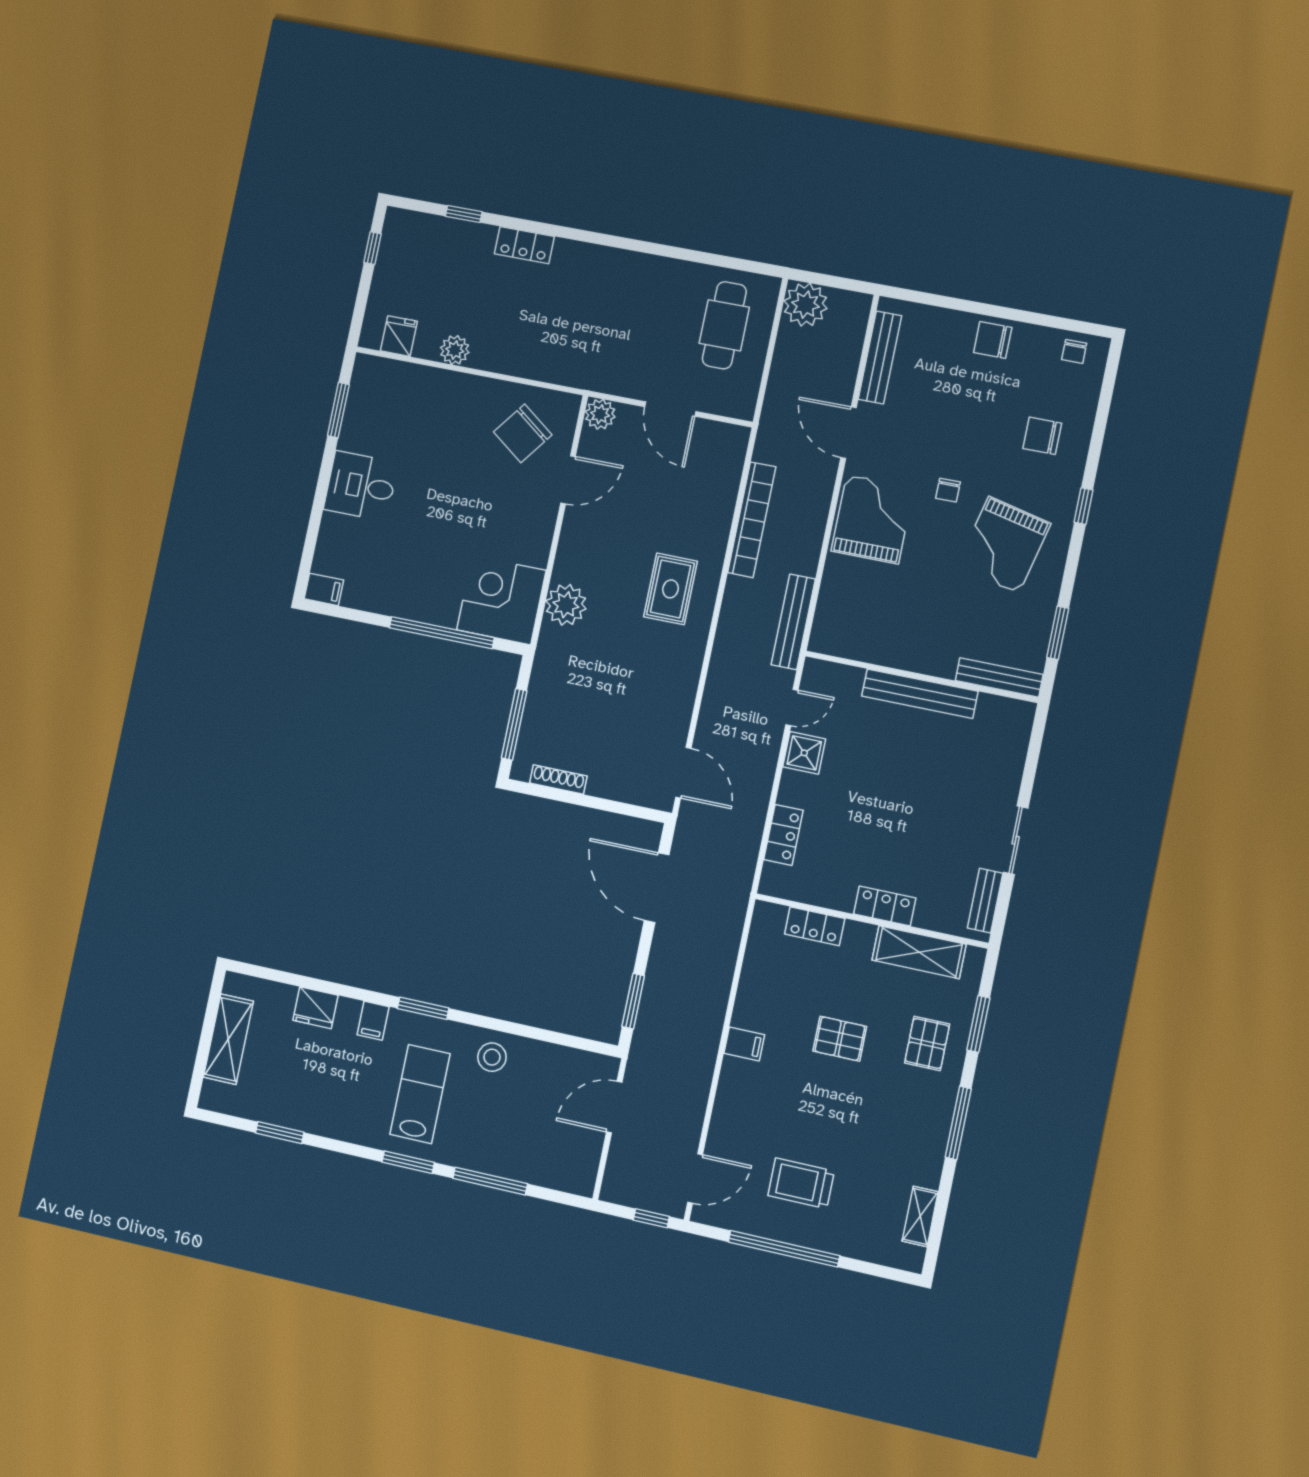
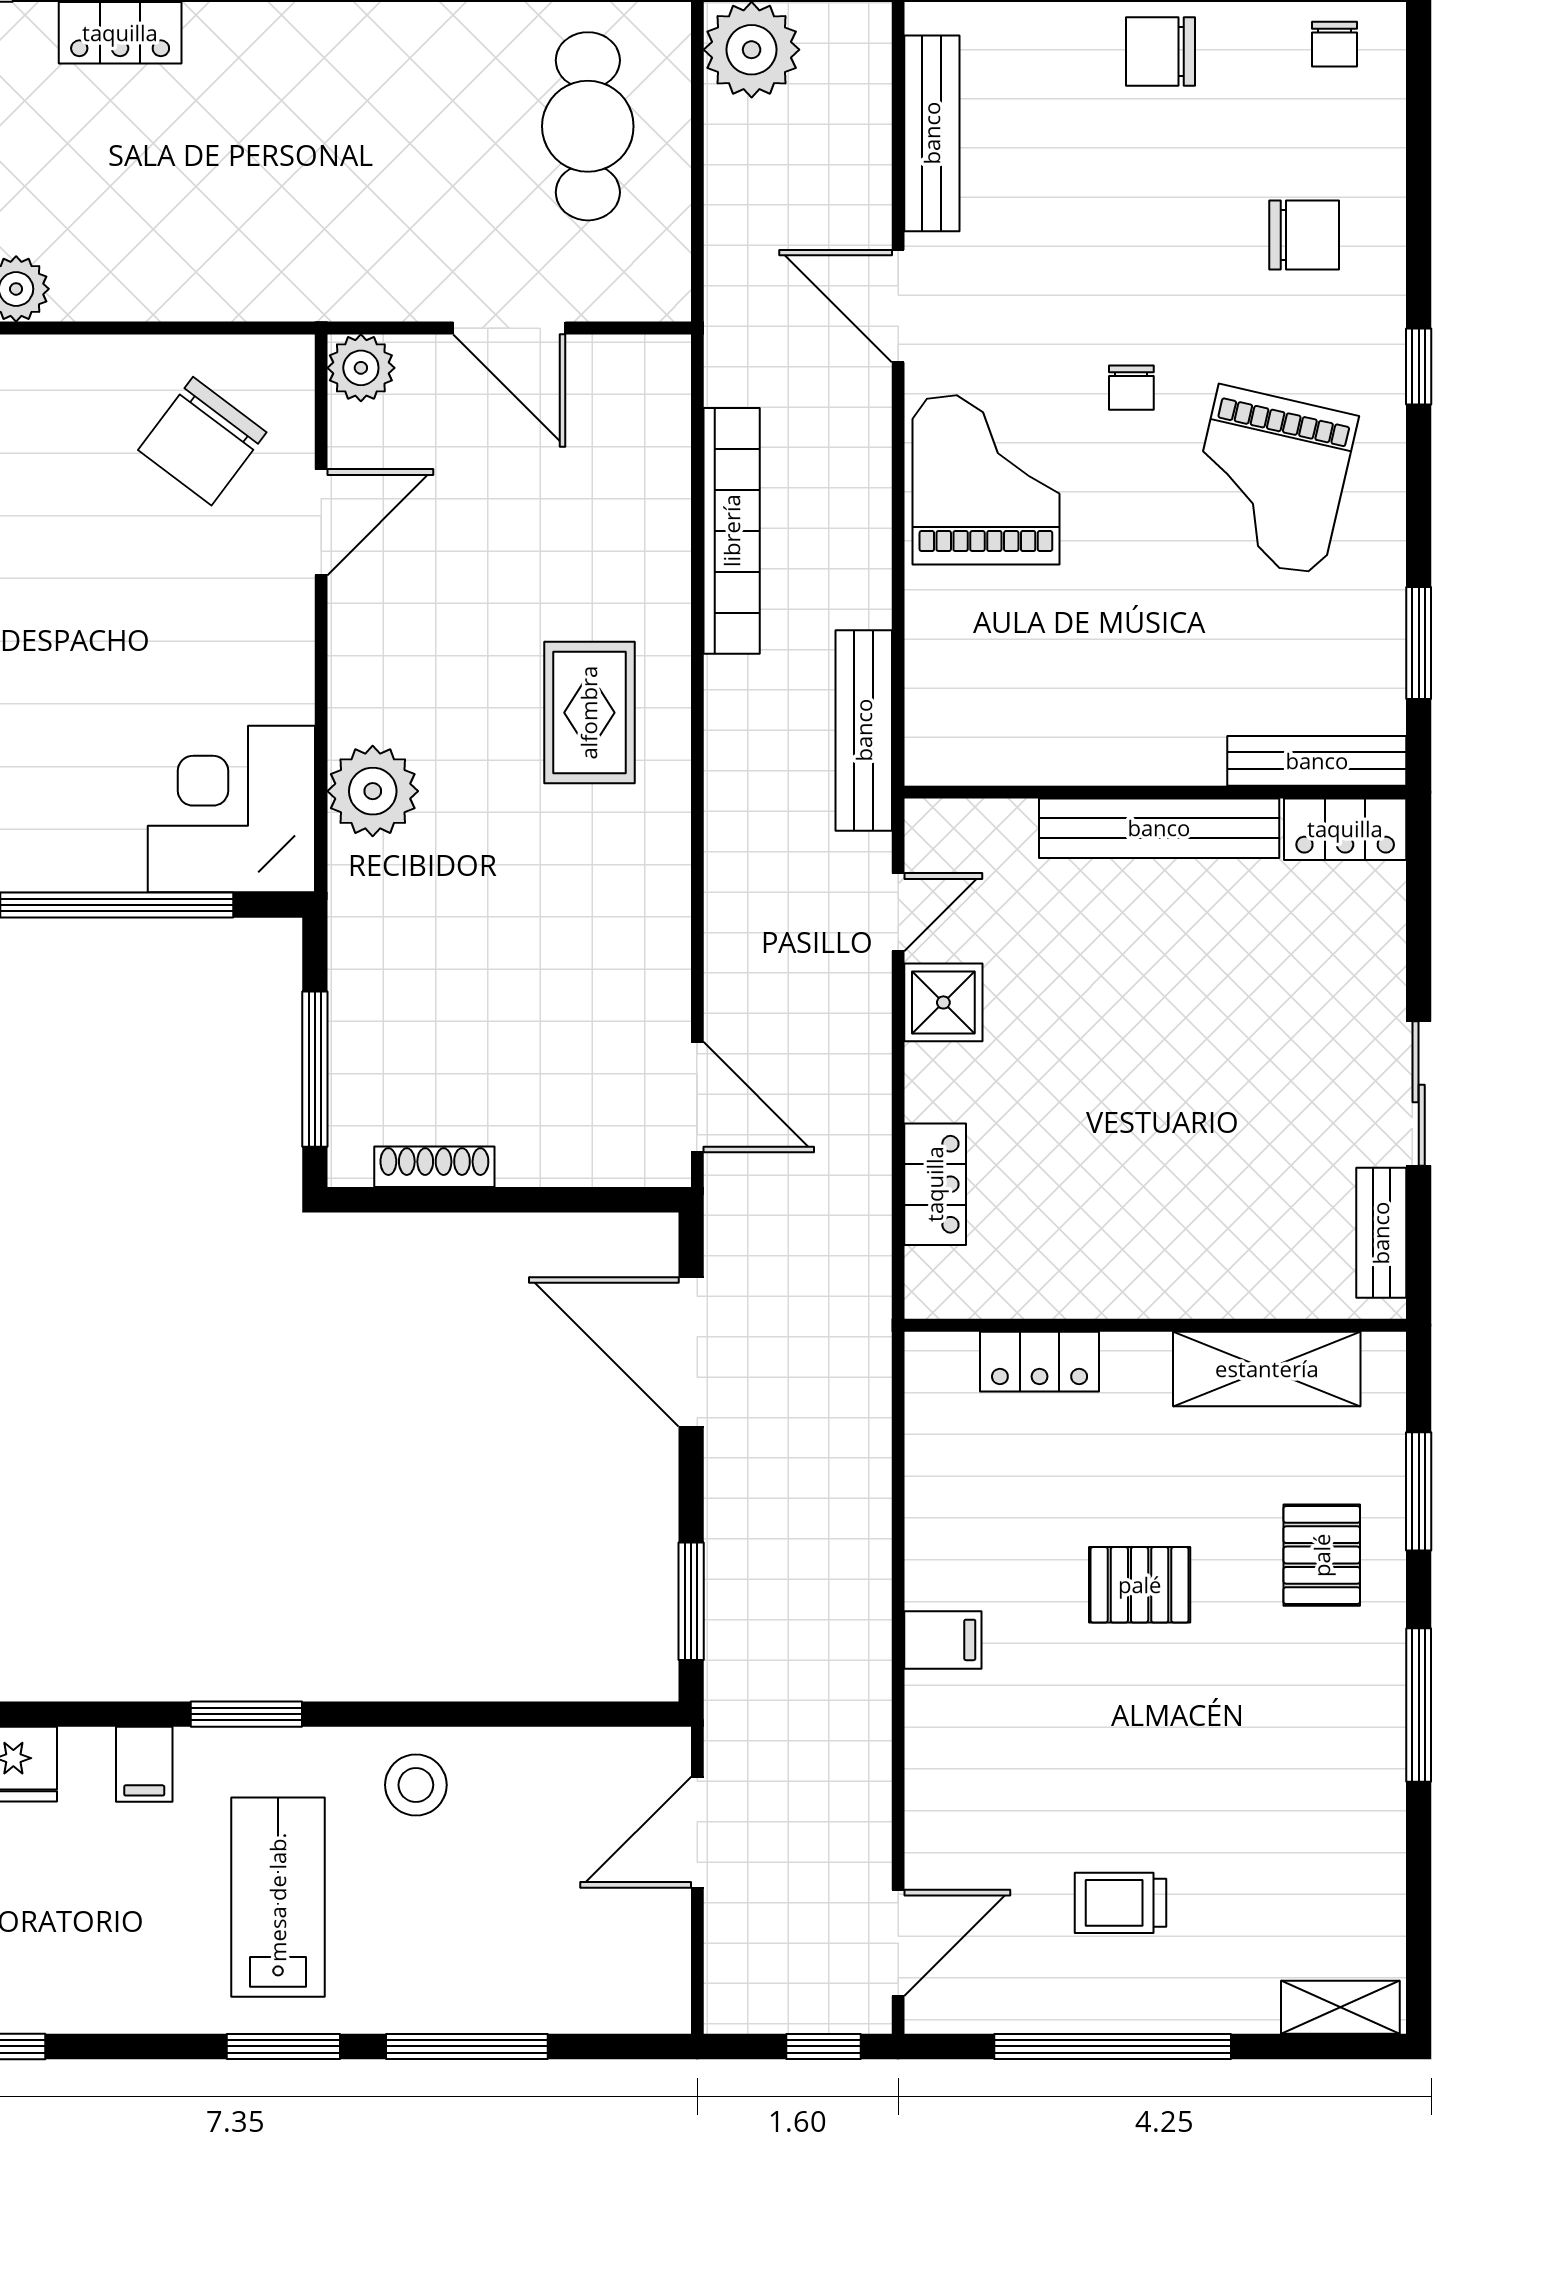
chair: (1042, 436) -> (1304, 235), turned 180
locker: (885, 906) -> (1345, 829), moved, turned 180
trolley: (801, 1183) -> (1121, 1903), width x0.73, depth x0.72
shelving: (920, 1216) -> (1340, 2007), moved, turned 90

